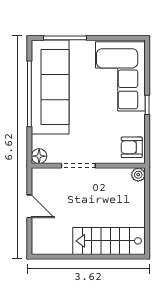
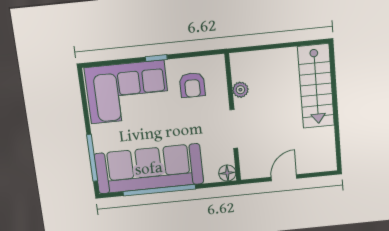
armchair: (132, 147) -> (192, 85), moved
plant: (138, 175) -> (240, 90), moved

